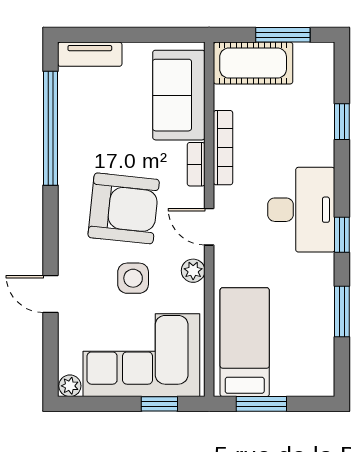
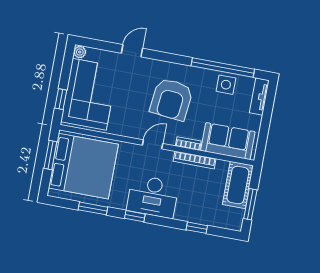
plant: (193, 271) -> (130, 131), removed
side table: (133, 278) -> (226, 85), moved
bed: (245, 342) -> (83, 166), width x2.04

